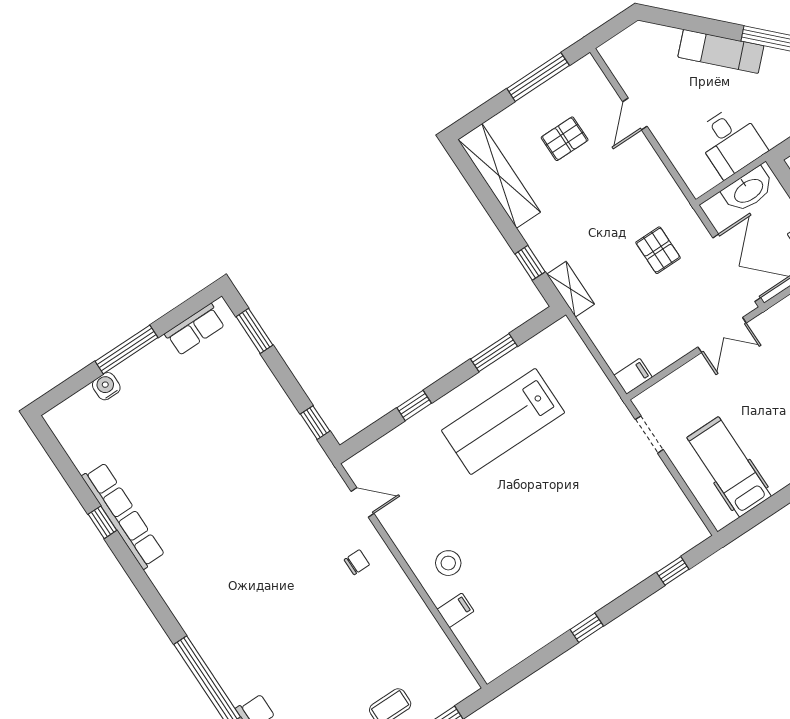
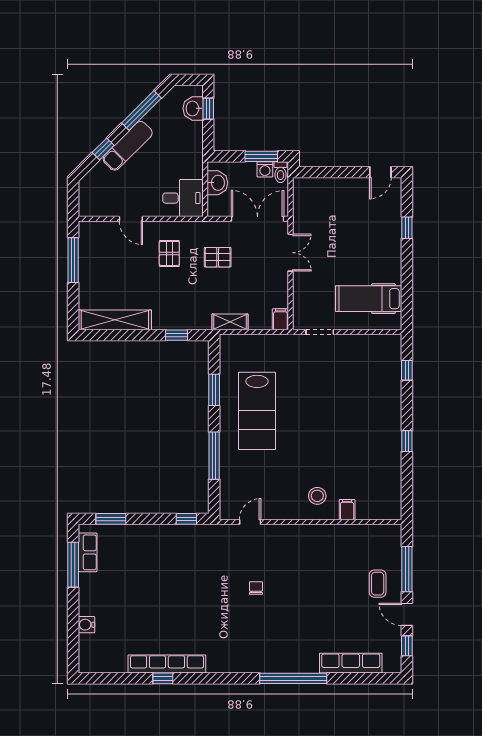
window: (697, 24) -> (103, 149), added
pallet: (565, 139) -> (169, 253), moved
desk: (730, 142) -> (183, 198), moved
washbasin: (748, 190) -> (217, 183), width x0.72
shelving: (571, 289) -> (230, 322), moved
window: (127, 349) -> (73, 565), moved
window: (414, 406) -> (214, 456), width x2.17
chair: (357, 562) -> (256, 588), moved

